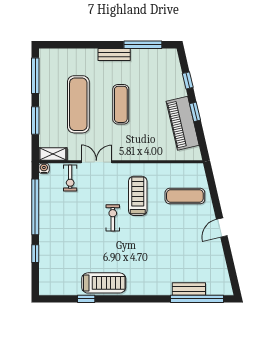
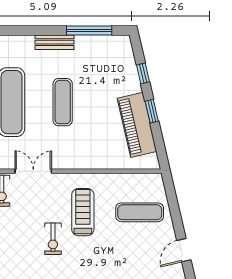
exercise bike: (113, 218) -> (53, 239), turned 180

